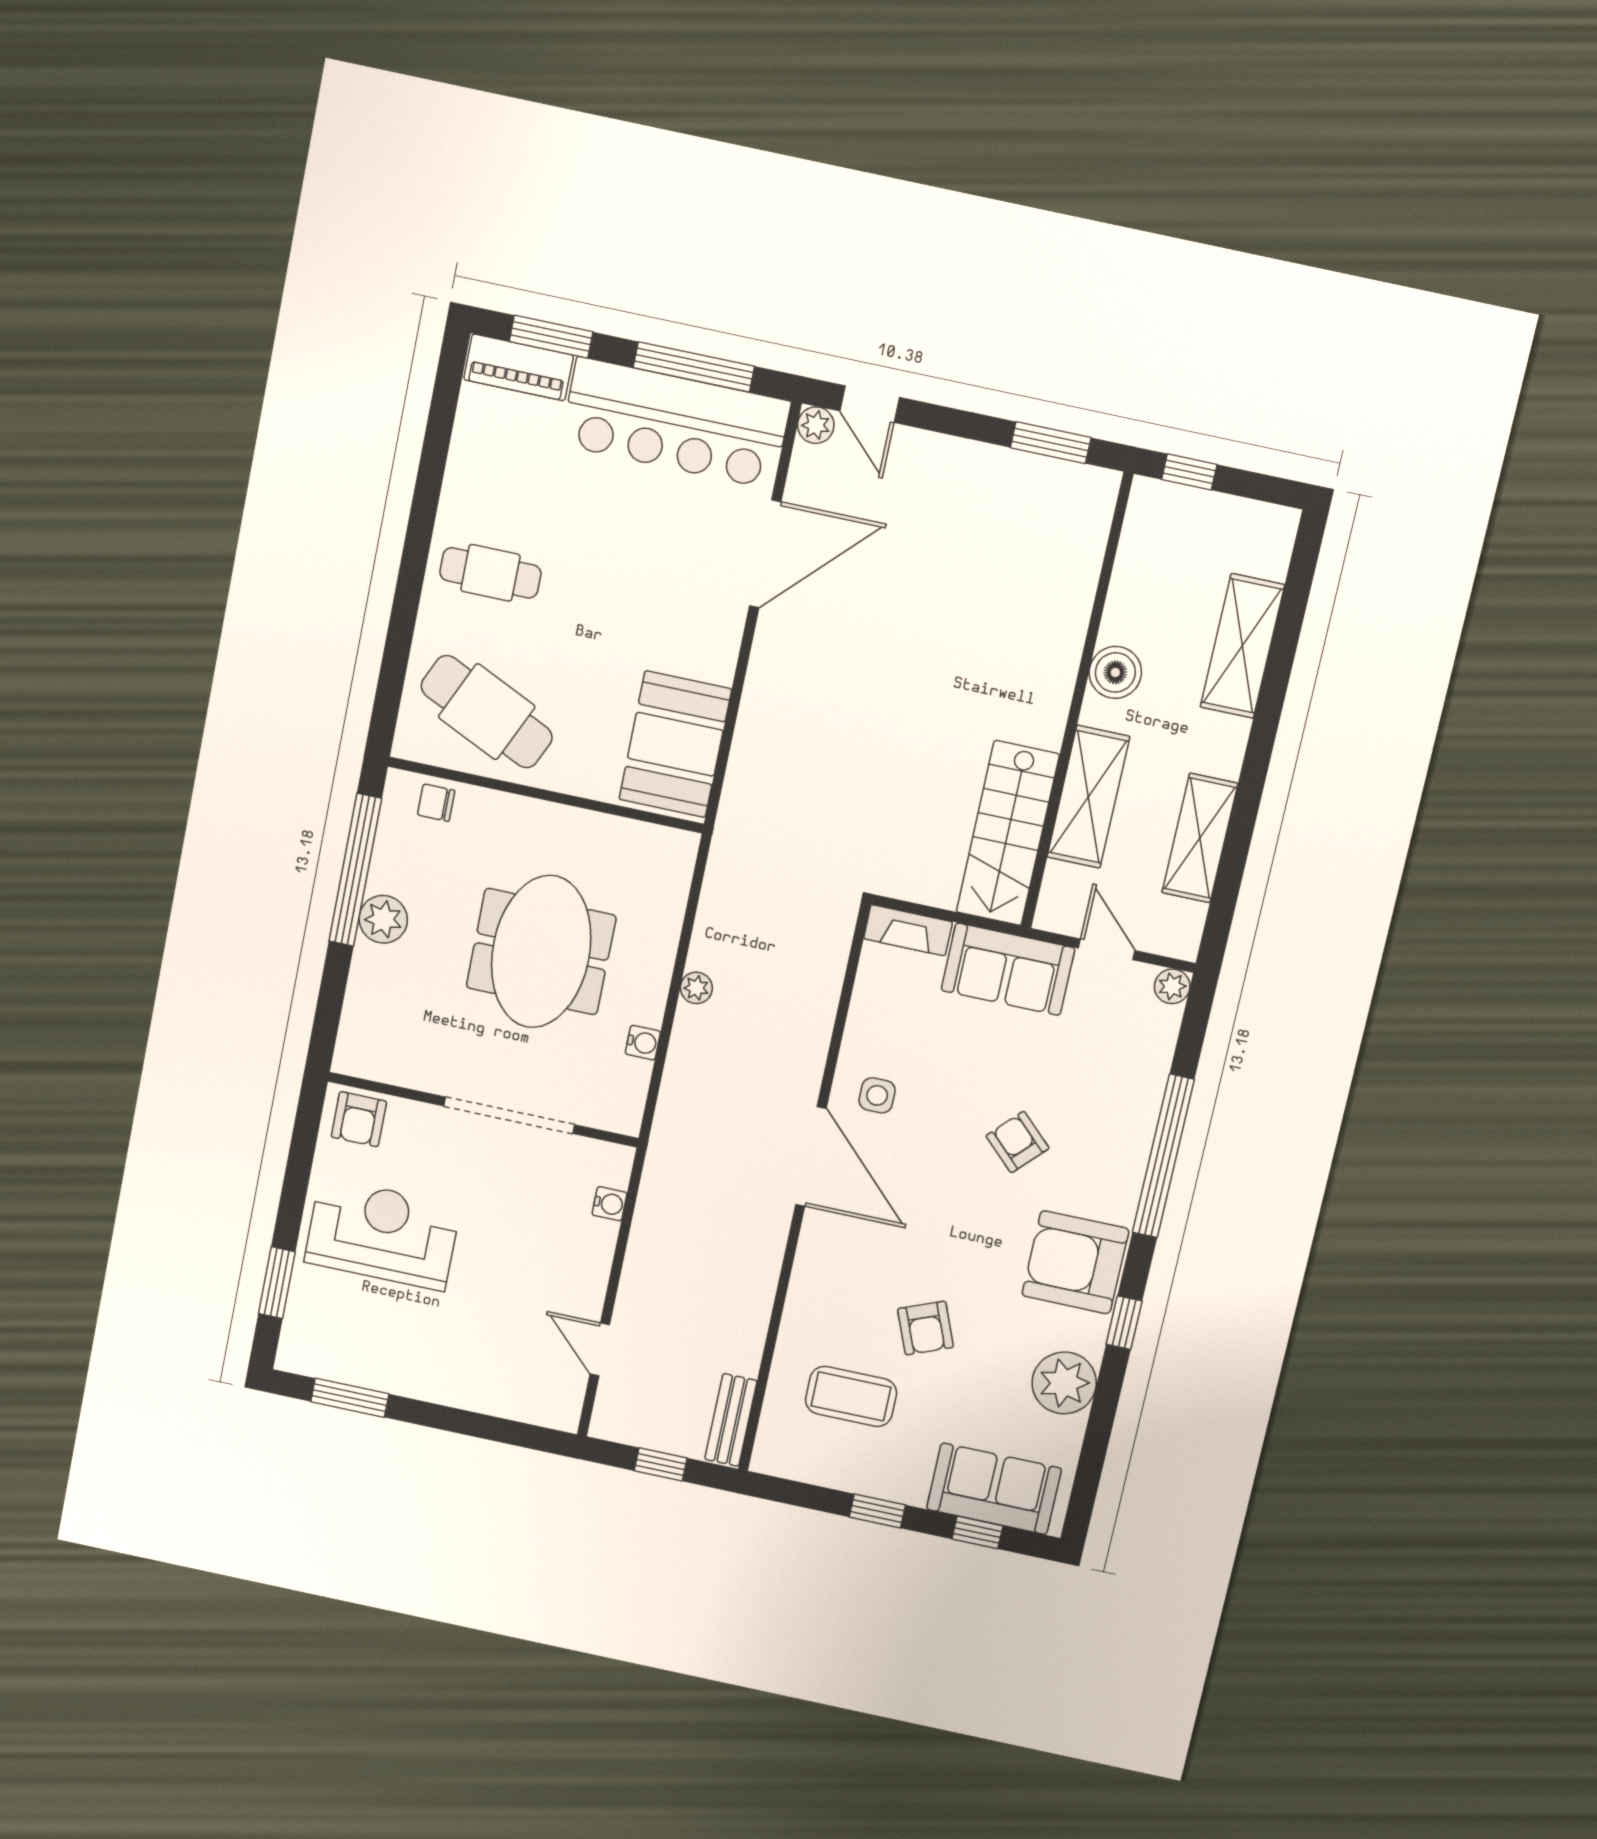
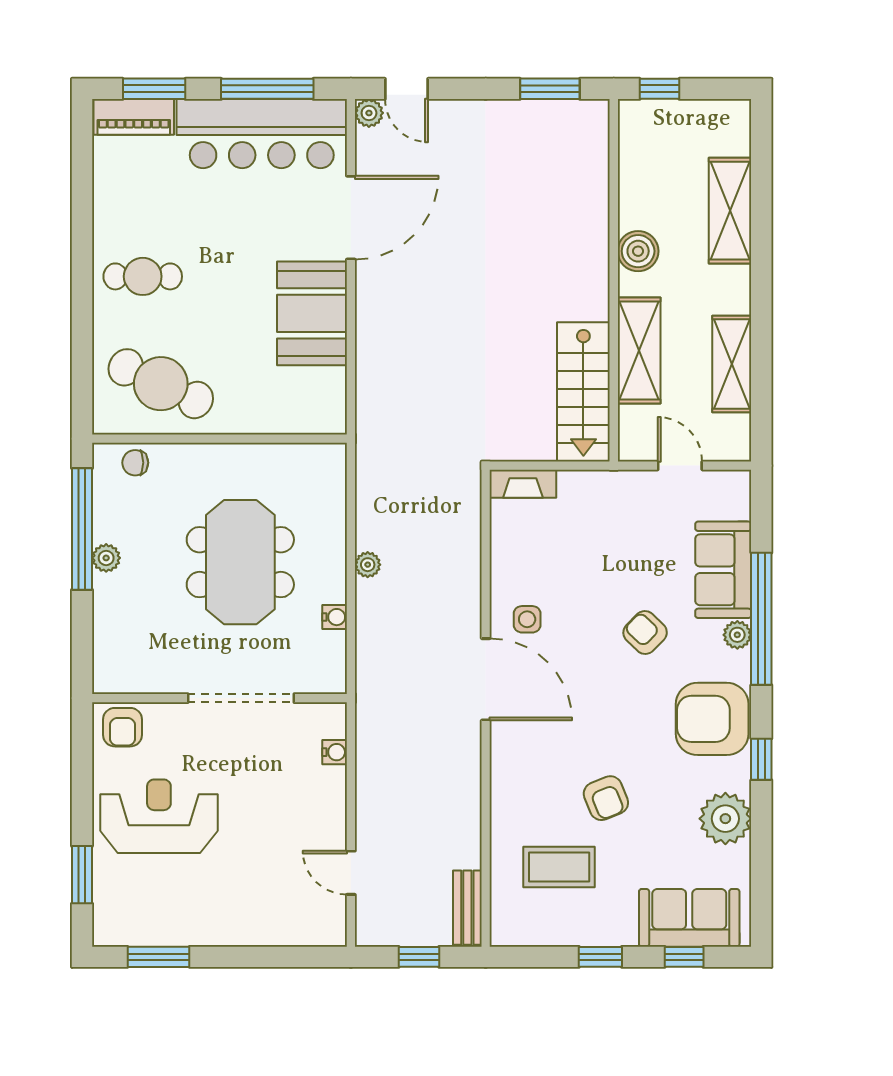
booth: (675, 744) -> (312, 313), moved
plant: (383, 919) -> (106, 558), width x0.73, depth x0.73
sofa: (1008, 969) -> (723, 570), moved, turned 90
plant: (1172, 986) -> (737, 635), moved

